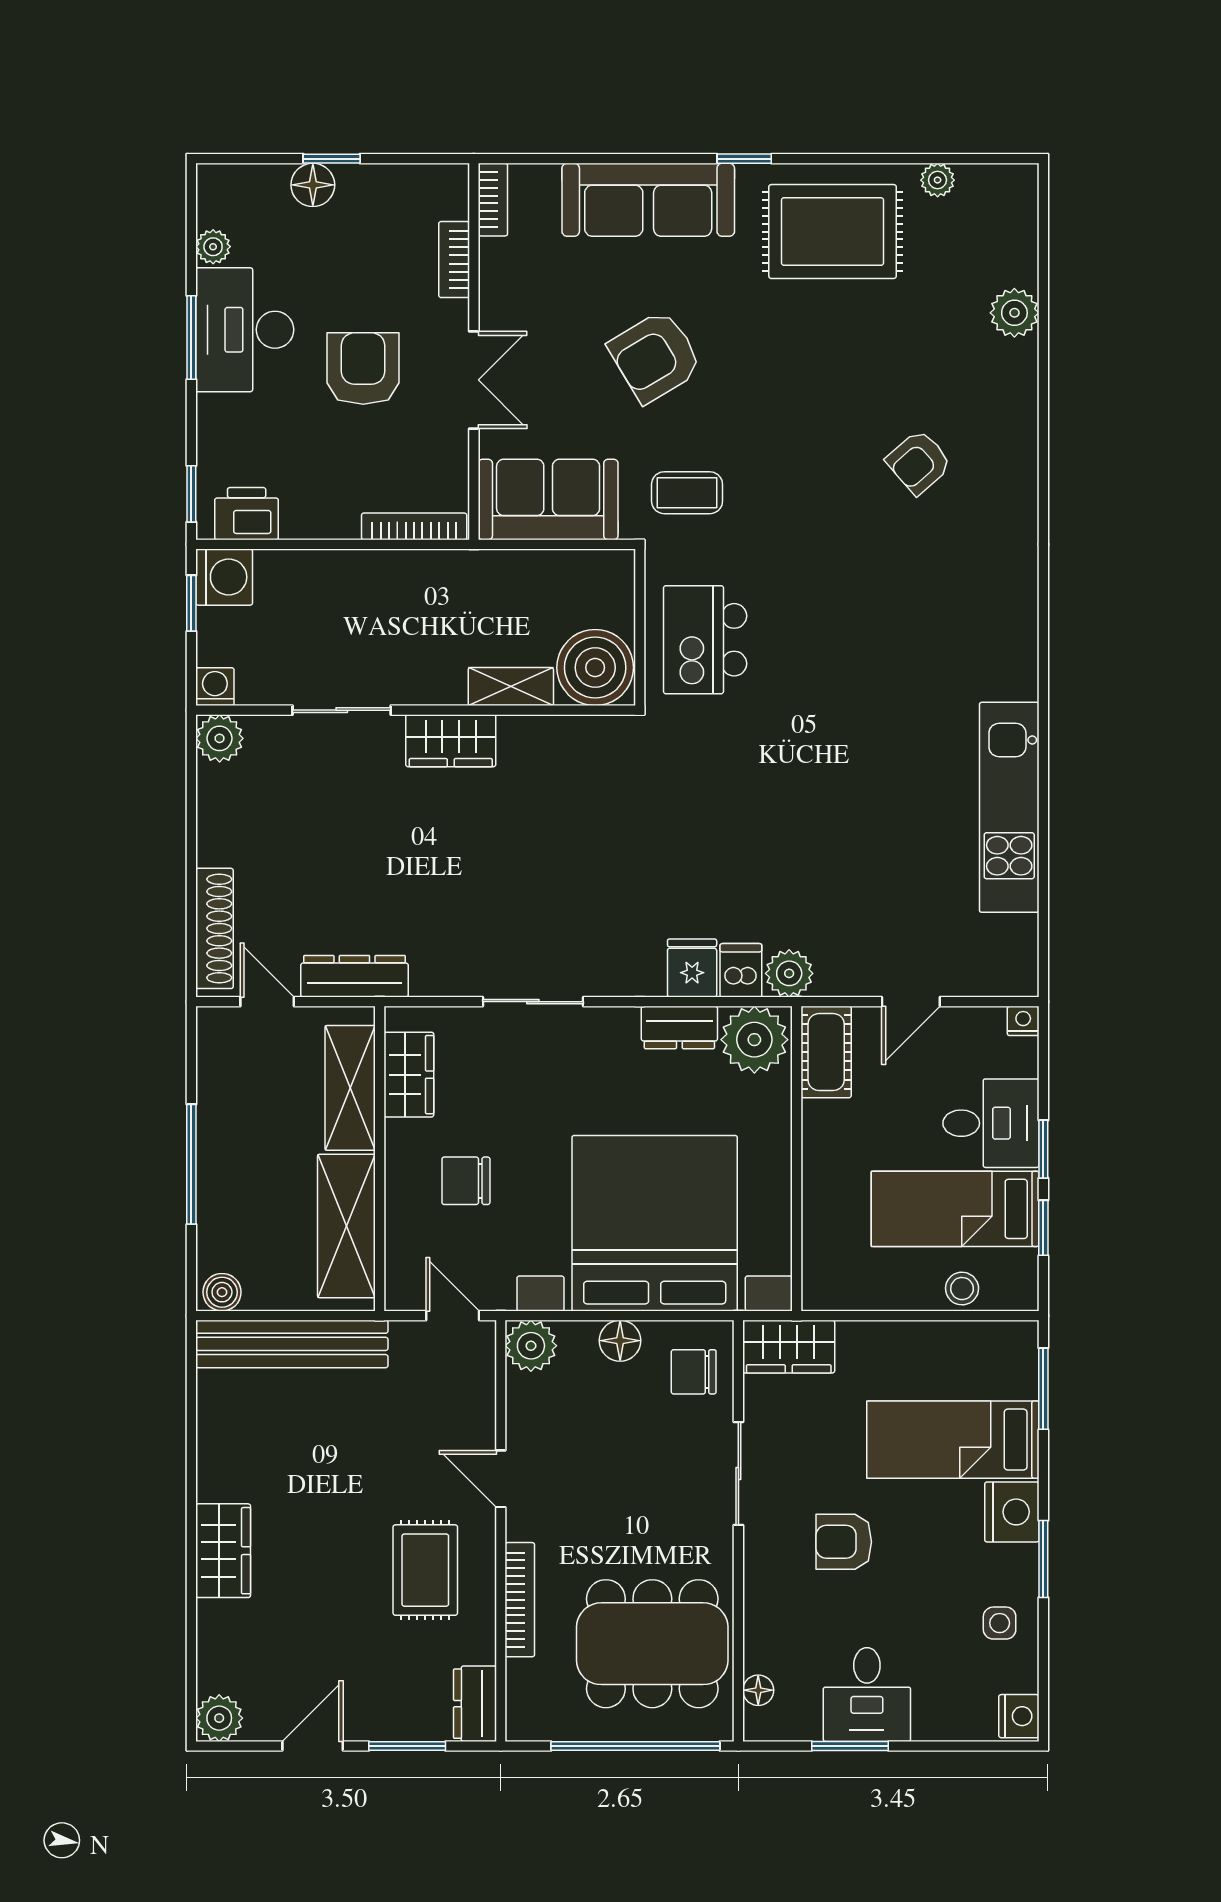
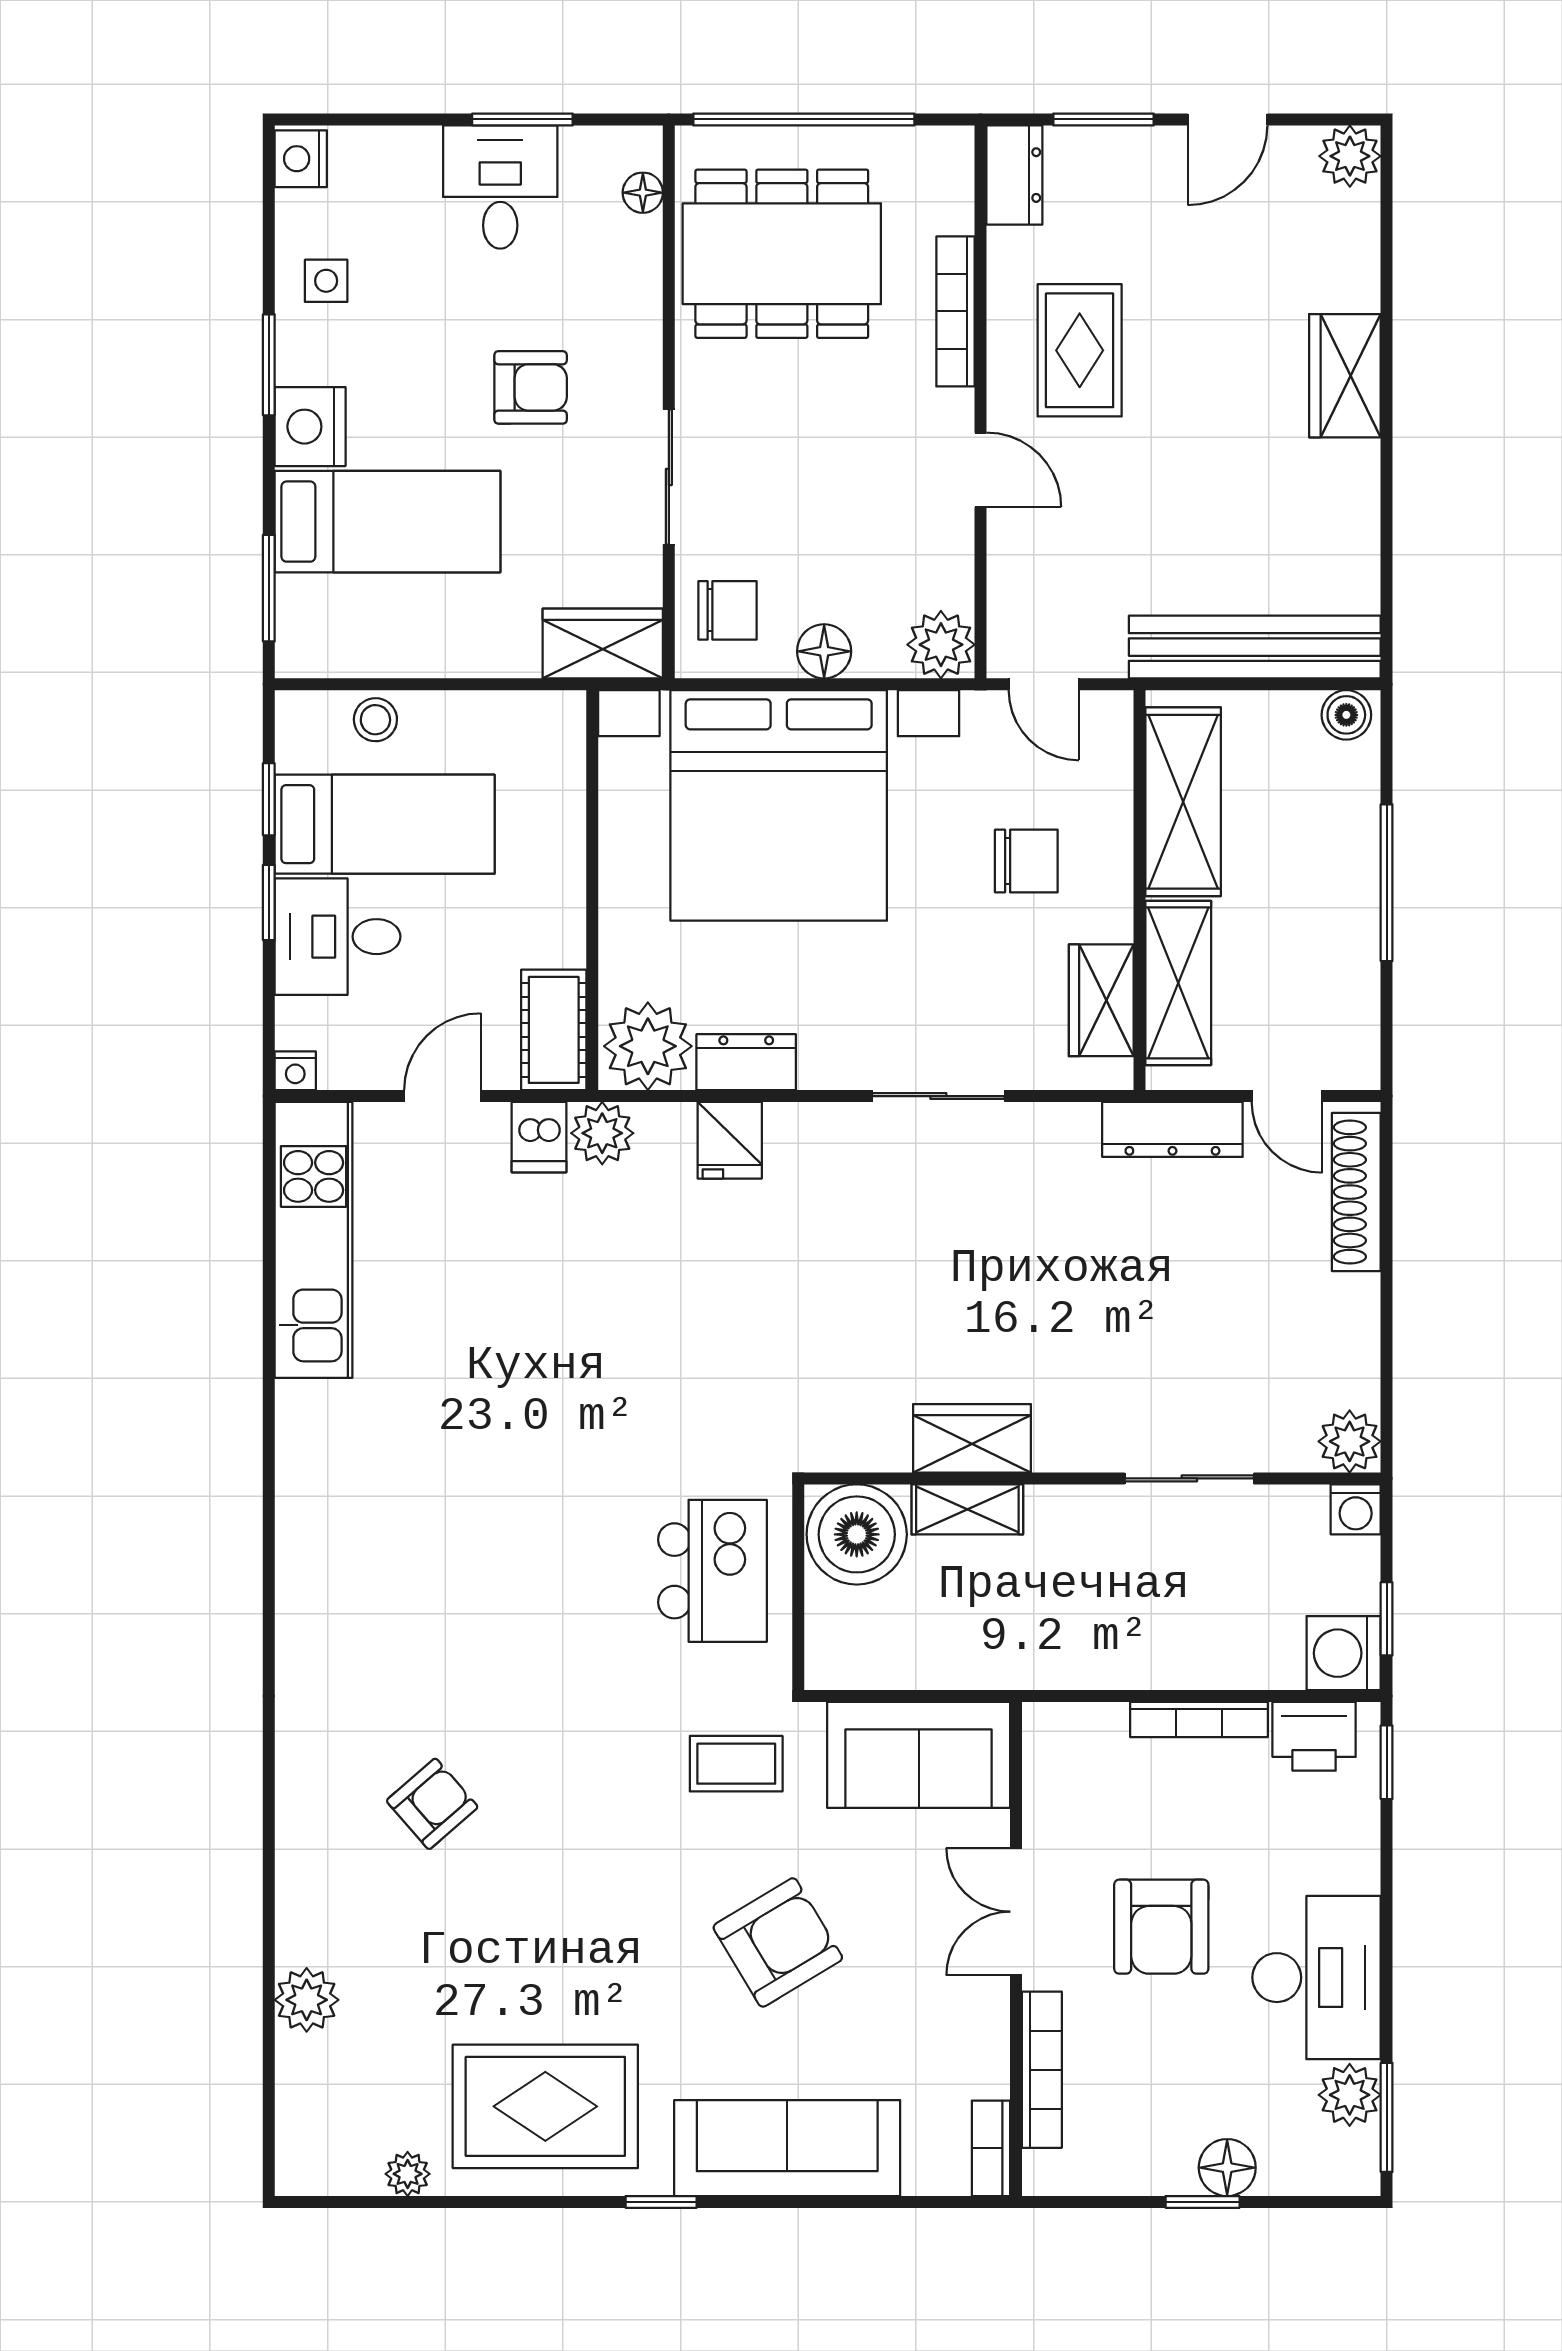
plant: (213, 247) -> (1350, 2095), width x1.38, depth x1.38
bookcase: (454, 260) -> (1042, 2070), width x1.56
window: (191, 337) -> (1387, 2117), moved
bookcase: (414, 526) -> (1199, 1720), moved
wardrobe: (451, 741) -> (972, 1438), moved
kitchen unit: (1009, 807) -> (314, 1240), moved
dishwasher: (741, 970) -> (539, 1137), moved

